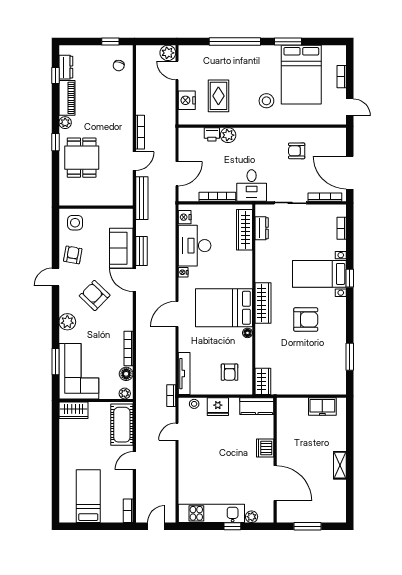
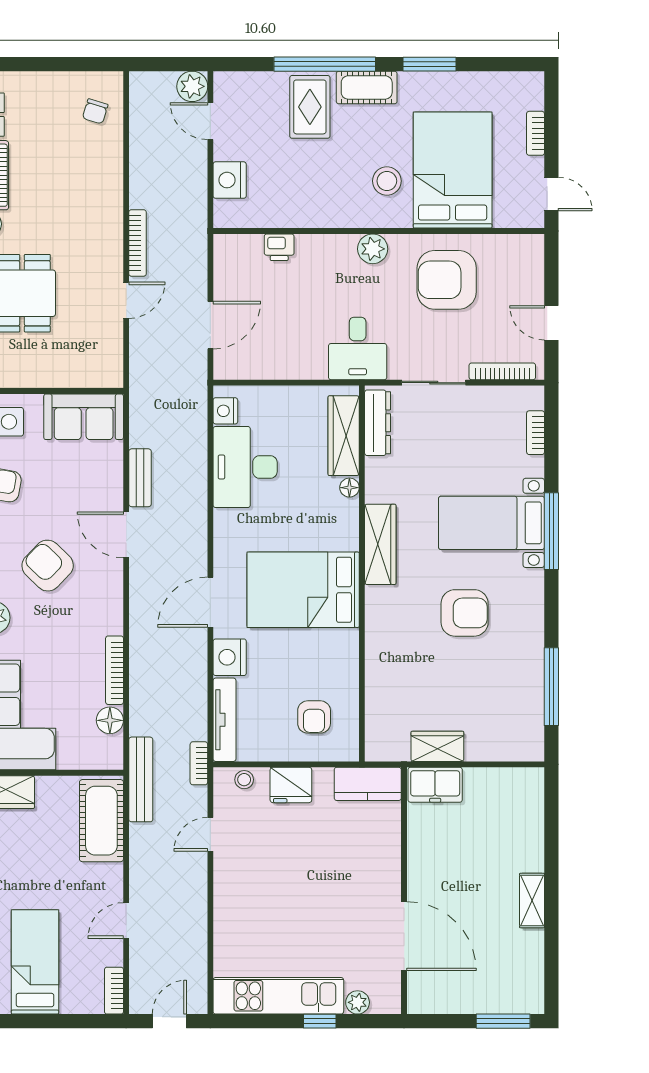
window: (110, 42) -> (79, 64), removed
cot: (256, 53) -> (367, 87), added
bed: (301, 75) -> (453, 170), moved, turned 180
rug: (218, 96) -> (310, 107), moved
plant: (228, 135) -> (373, 249), moved
armchair: (297, 151) -> (447, 280), width x1.88, depth x1.88
door: (350, 173) -> (551, 323), width x0.53
bookcase: (217, 197) -> (290, 371), removed
bench: (142, 198) -> (141, 779), moved
dresser: (262, 228) -> (378, 423), width x1.44
sofa: (121, 248) -> (84, 417), moved, turned -90
nightstand: (183, 272) -> (230, 657), moved, width x1.89, depth x1.79
window: (350, 278) -> (551, 531), width x2.17
wardrobe: (263, 303) -> (380, 544), moved
floor lamp: (247, 333) -> (349, 488), moved
window: (350, 357) -> (551, 687), width x1.44
wardrobe: (263, 381) -> (437, 746), moved, turned -90
plant: (125, 393) -> (107, 759), removed
freezer: (322, 407) -> (435, 785), moved
dishwasher: (265, 448) -> (384, 867), removed
door: (134, 461) -> (126, 921), moved
window: (308, 526) -> (503, 1021), moved

